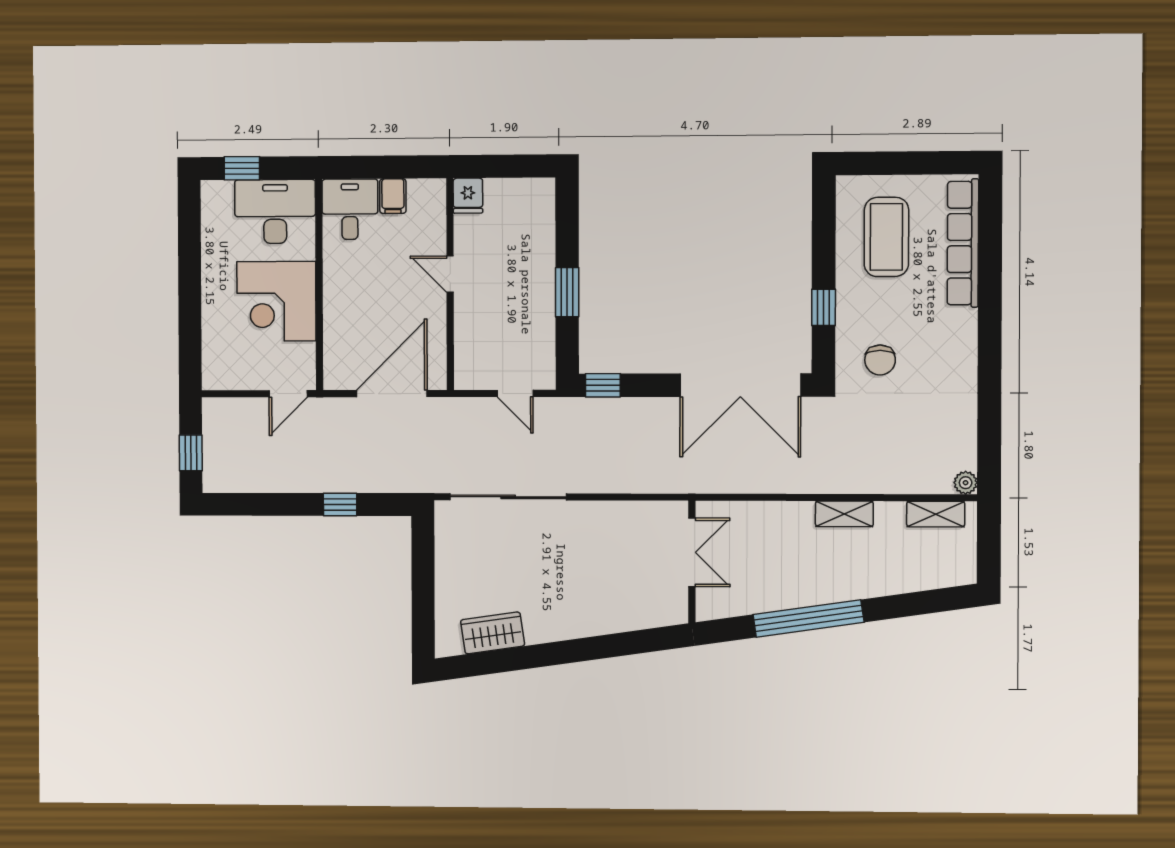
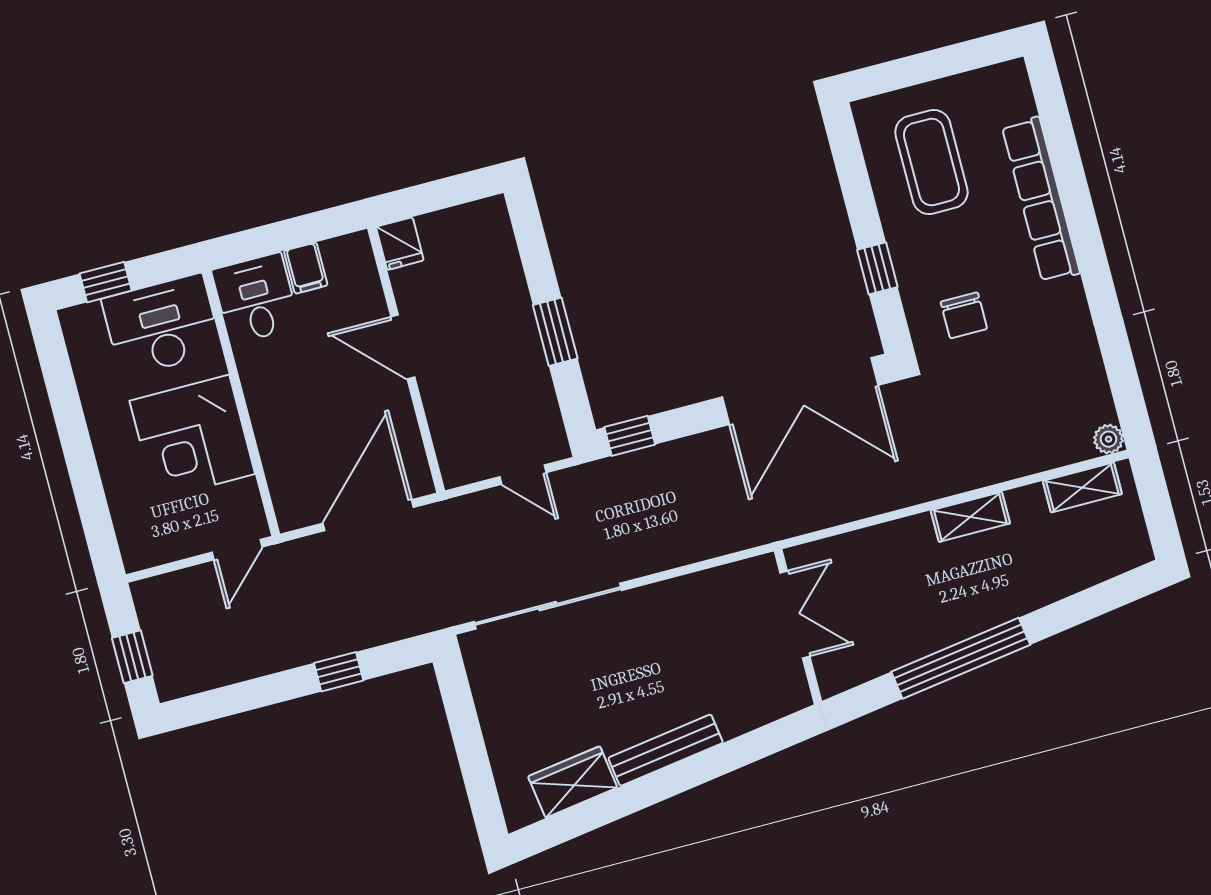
row of seats: (963, 243) -> (1041, 200), moved
door: (450, 274) -> (403, 347), width x1.38
bench: (568, 628) -> (666, 750), added

